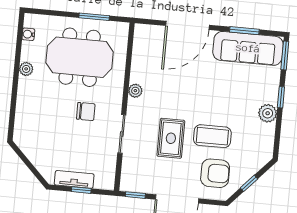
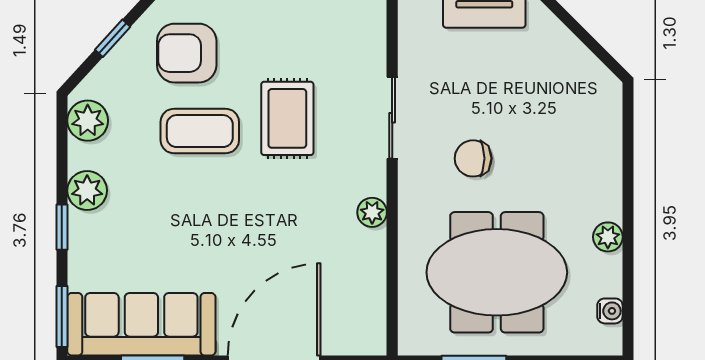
plant: (264, 146) -> (88, 121), added

